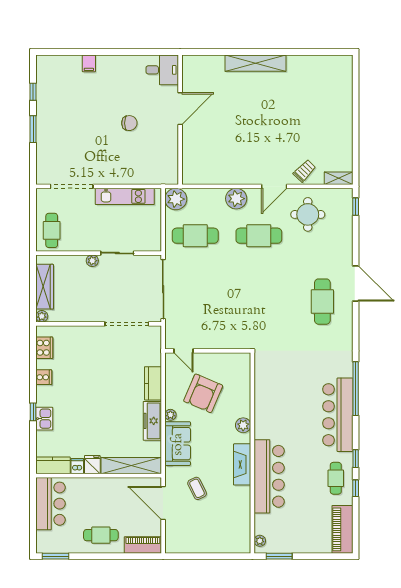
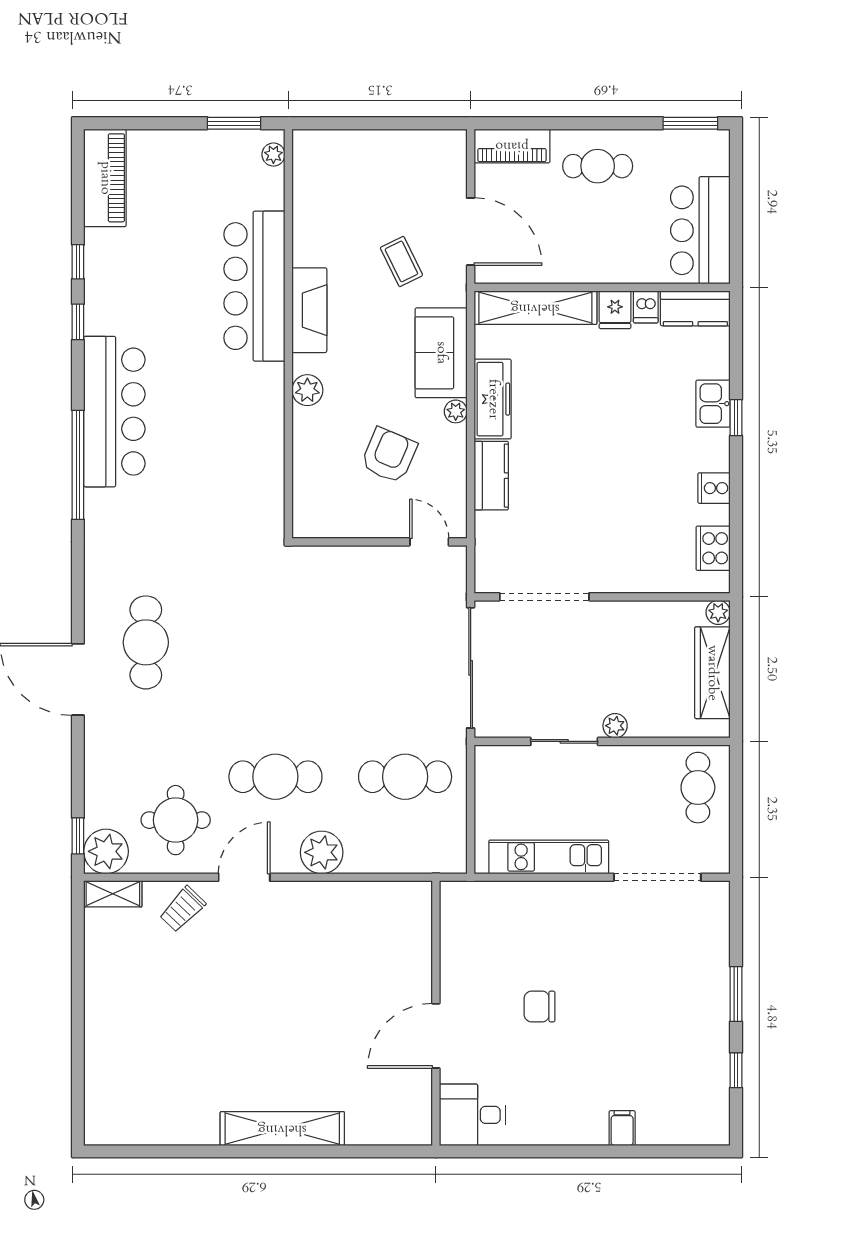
plant: (176, 199) -> (106, 851), moved
armchair: (203, 393) -> (389, 455), width x0.73, depth x0.73
cafe table: (336, 478) -> (118, 282), removed

